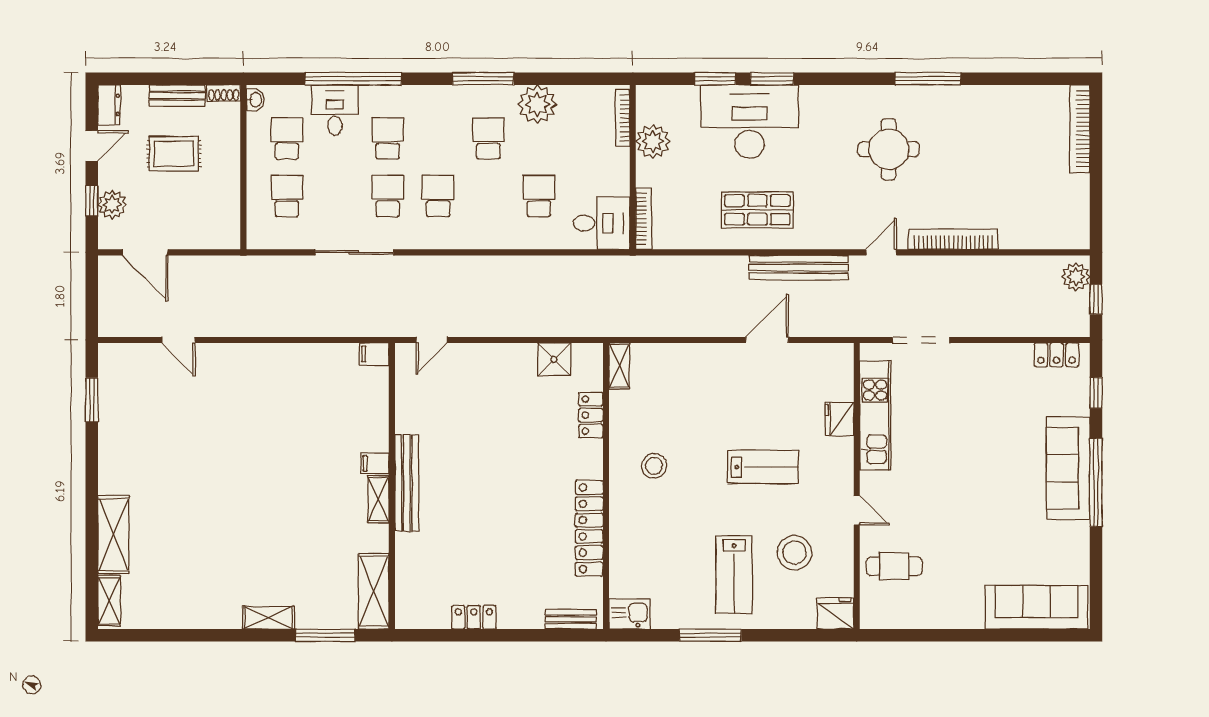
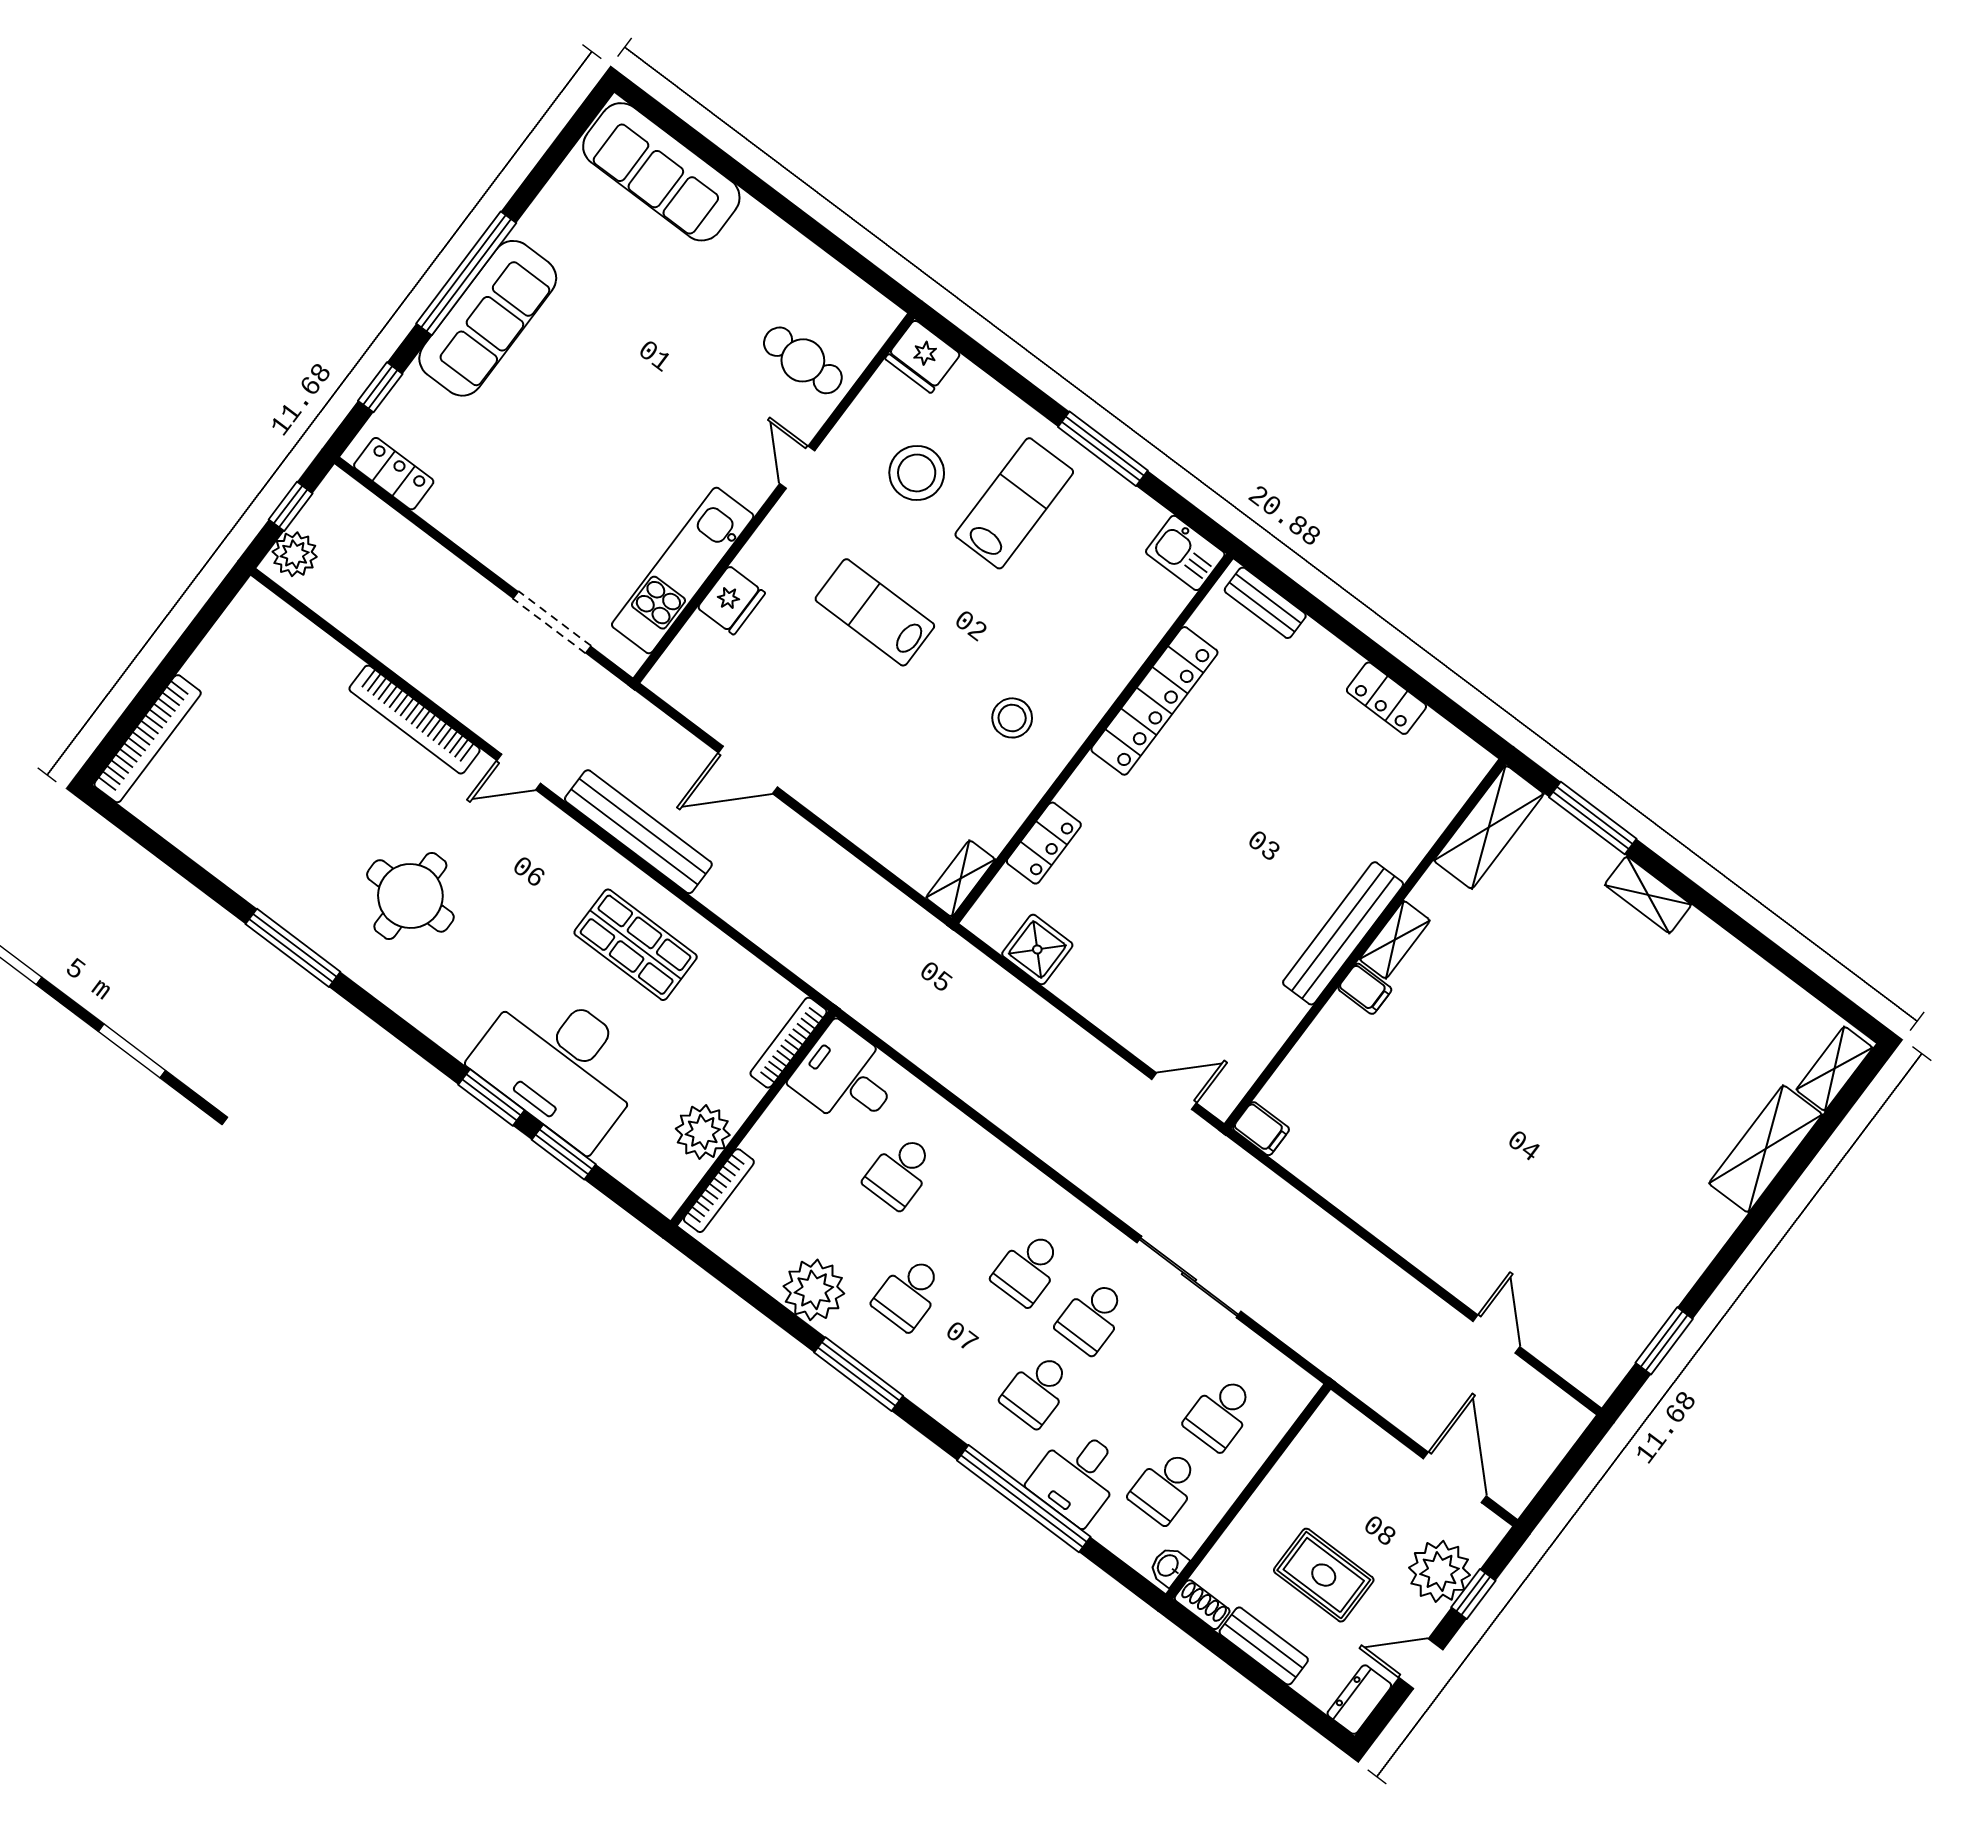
plant: (112, 205) -> (1440, 1571), width x1.36, depth x1.36

